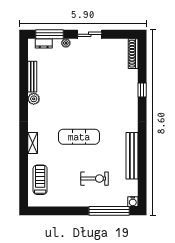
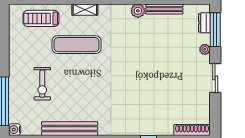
exercise mat: (79, 137) -> (77, 45), moved, turned 90
treadmill: (40, 180) -> (41, 18), turned 180

